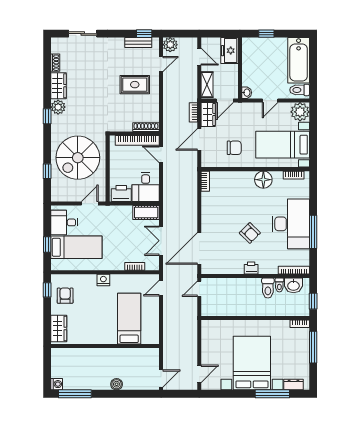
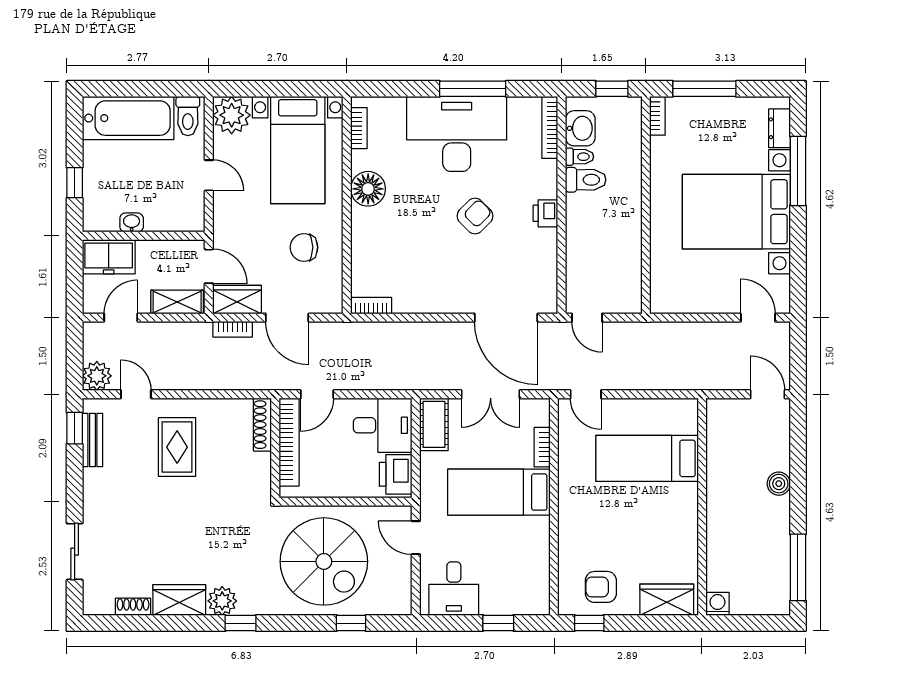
washbasin: (247, 93) -> (132, 222), moved
chair: (234, 148) -> (304, 247), turned -90
bed: (76, 247) -> (499, 492), moved, turned -90
nightstand: (103, 280) -> (569, 510), removed
washing machine: (57, 384) -> (717, 604), moved

